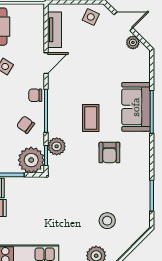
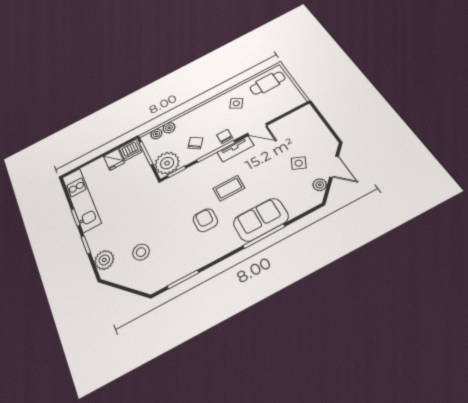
side table: (91, 17) -> (299, 163), moved
tv unit: (55, 30) -> (235, 149), moved
plant: (57, 146) -> (189, 175), removed
armchair: (109, 153) -> (205, 220), turned 90

